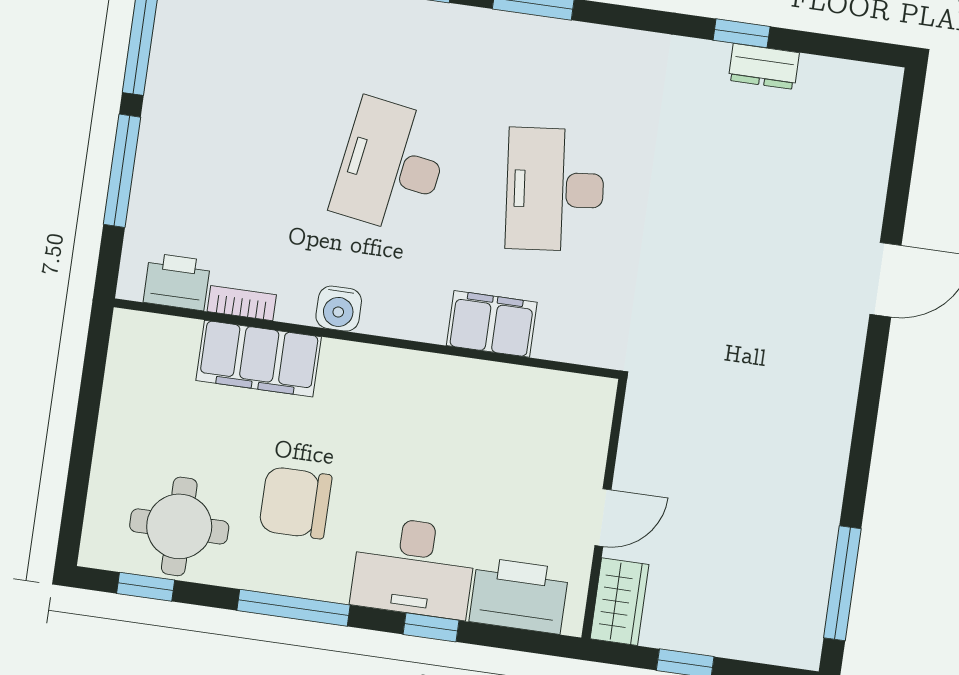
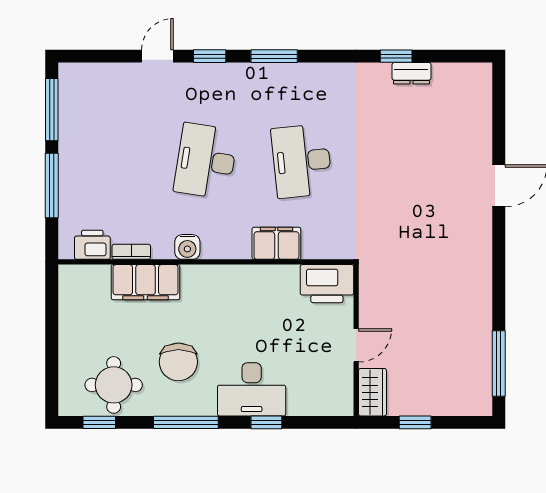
chair: (295, 503) -> (178, 362), turned -90
printer: (519, 595) -> (327, 284), moved, turned 180

